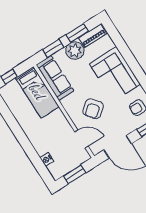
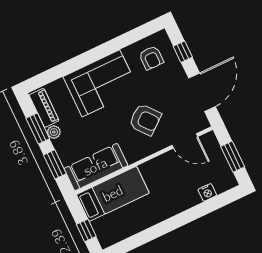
plant: (75, 51) -> (54, 132), width x0.53, depth x0.53
door: (81, 139) -> (185, 141), swing flipped

